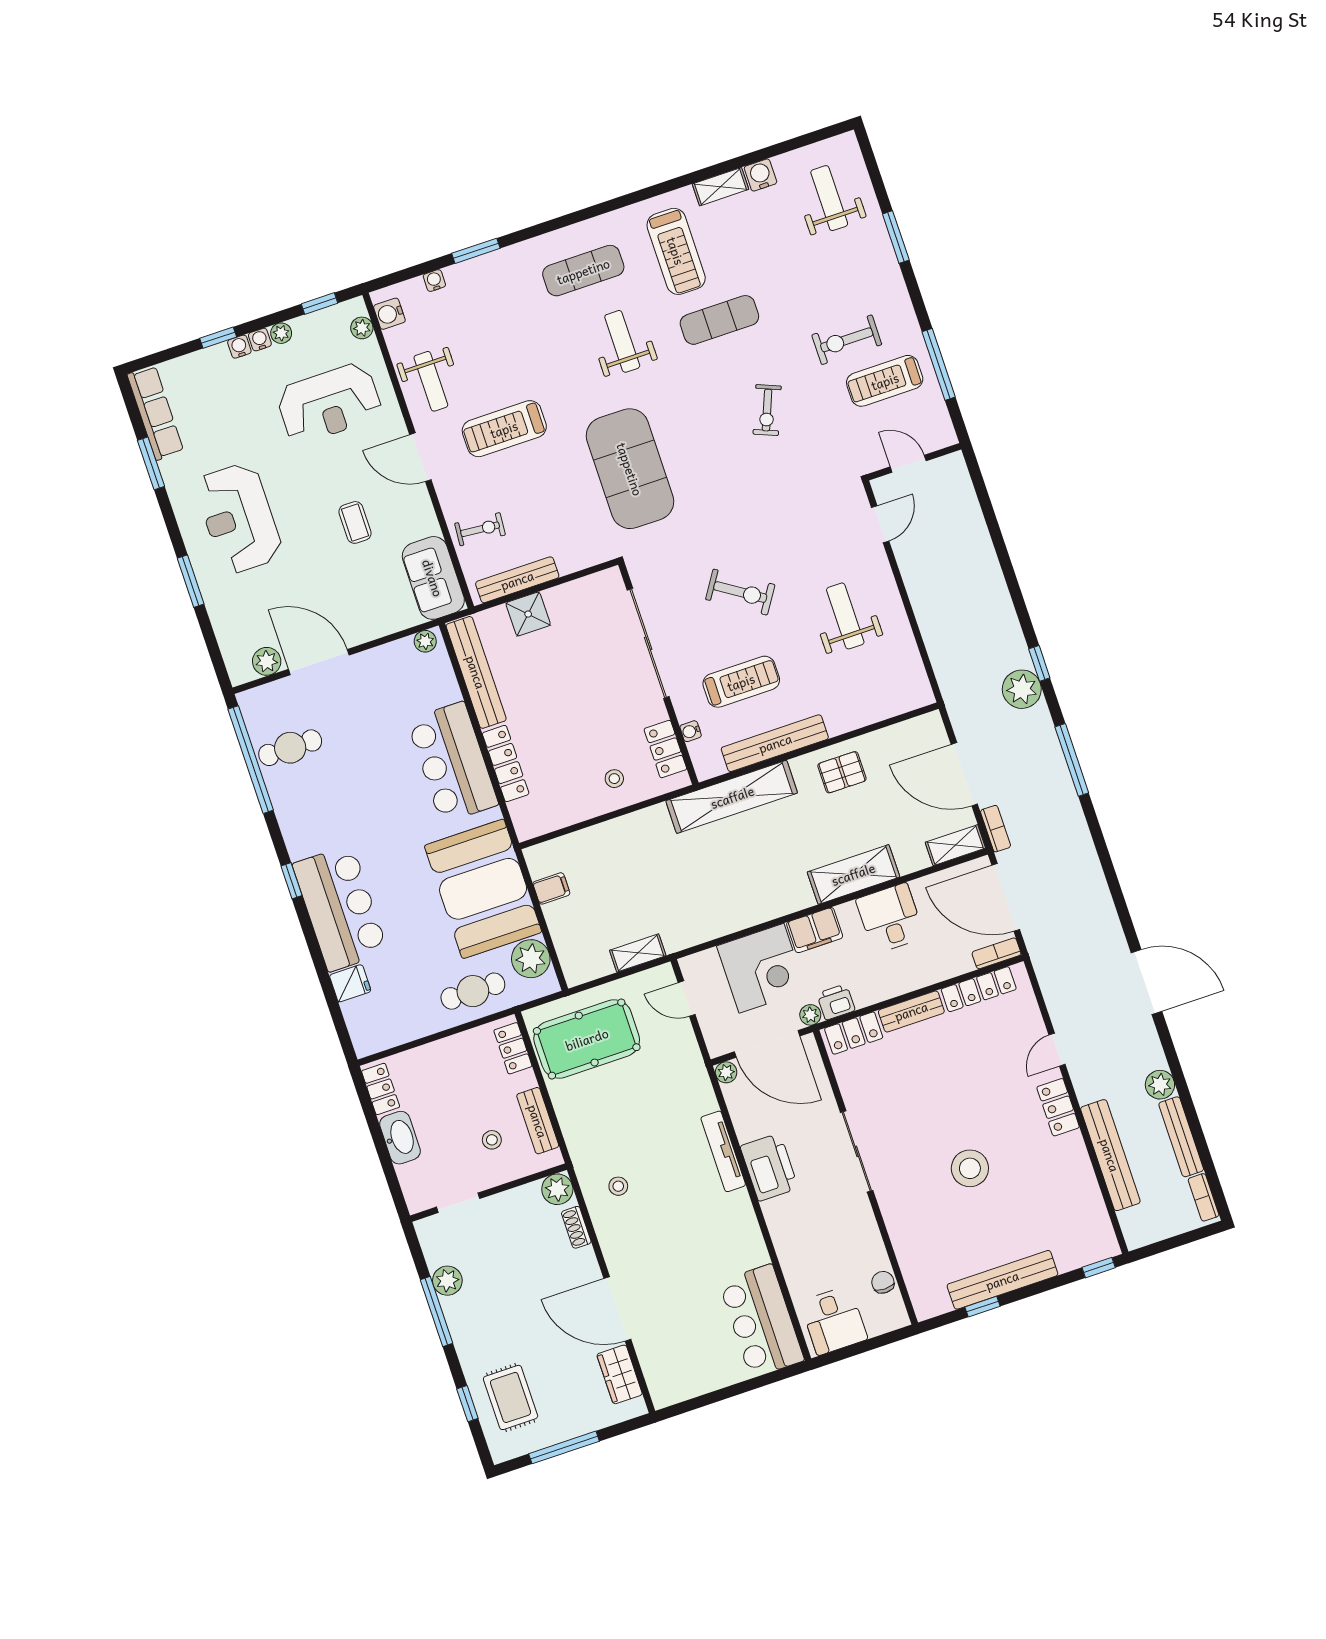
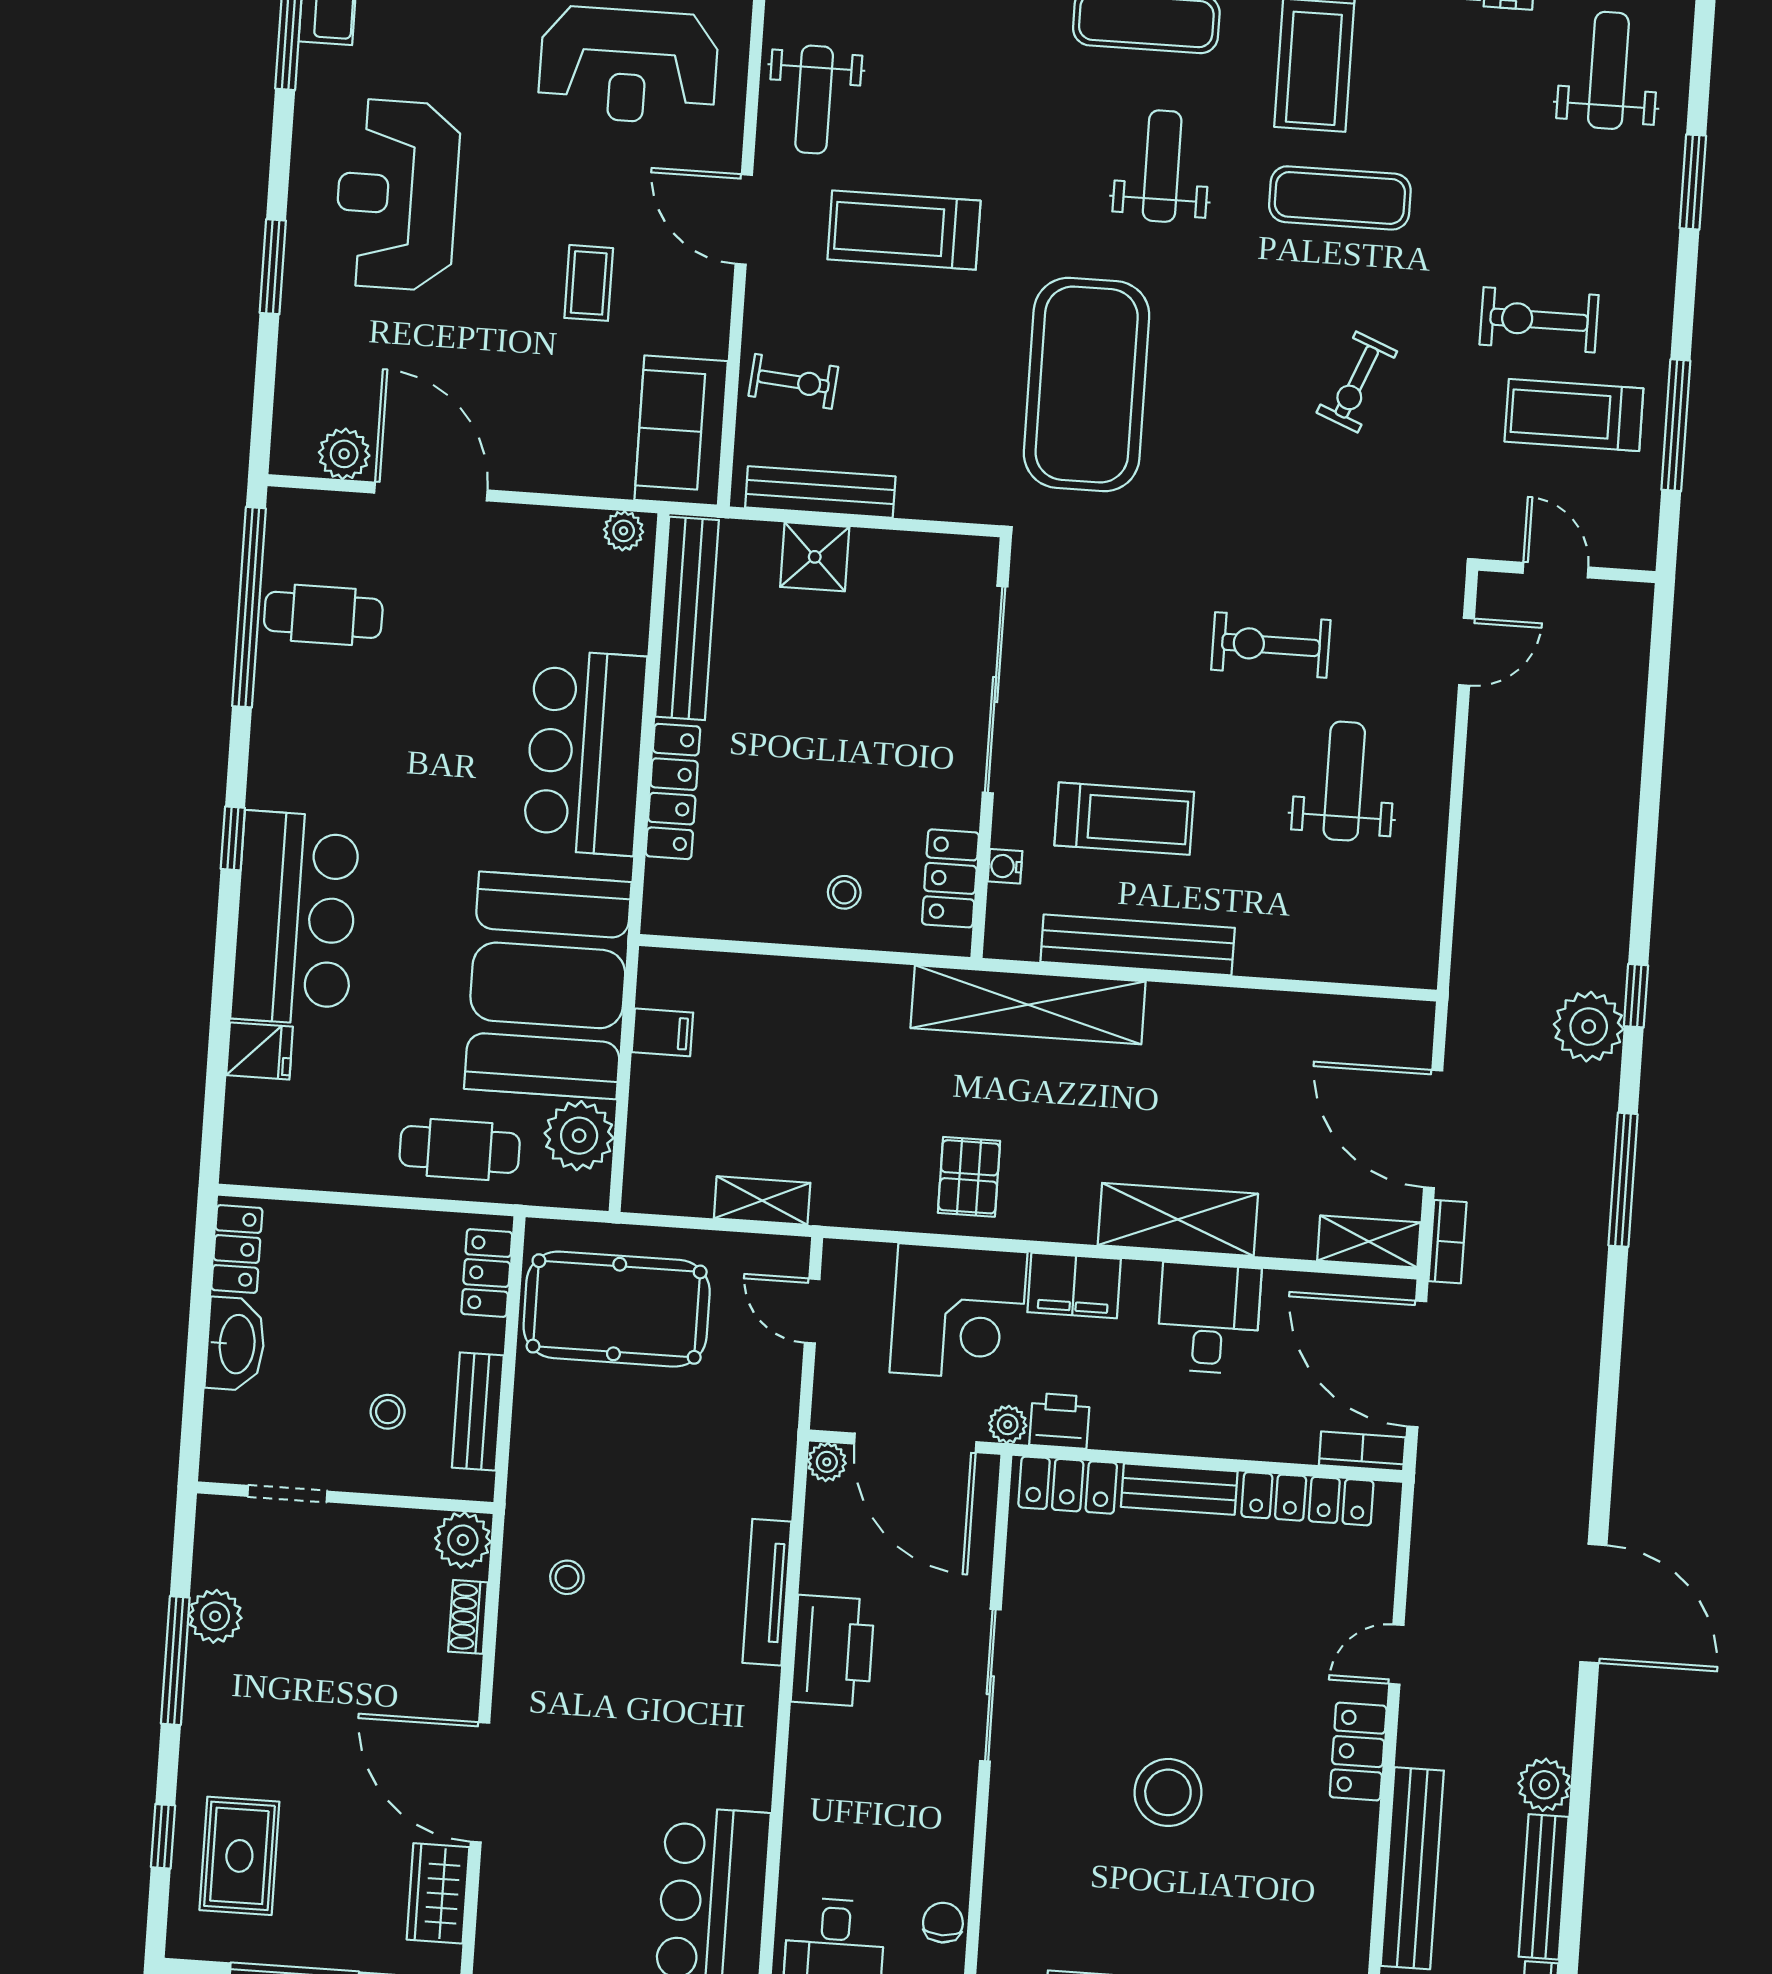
exercise bike: (740, 592) -> (1271, 645), moved, turned 147
pallet: (842, 772) -> (969, 1177), moved, turned 90

